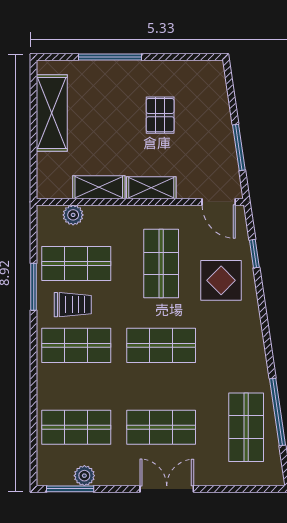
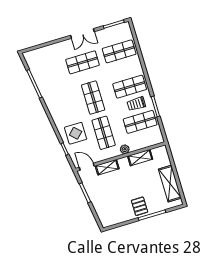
pallet: (160, 115) -> (140, 206), moved
shelving: (151, 188) -> (107, 167), moved
plant: (73, 215) -> (125, 149), moved
shop shelf: (161, 345) -> (93, 98), turned 90
shop shelf: (246, 427) -> (46, 73), removed
plant: (84, 476) -> (109, 32), removed
double door: (167, 489) -> (82, 33), moved

